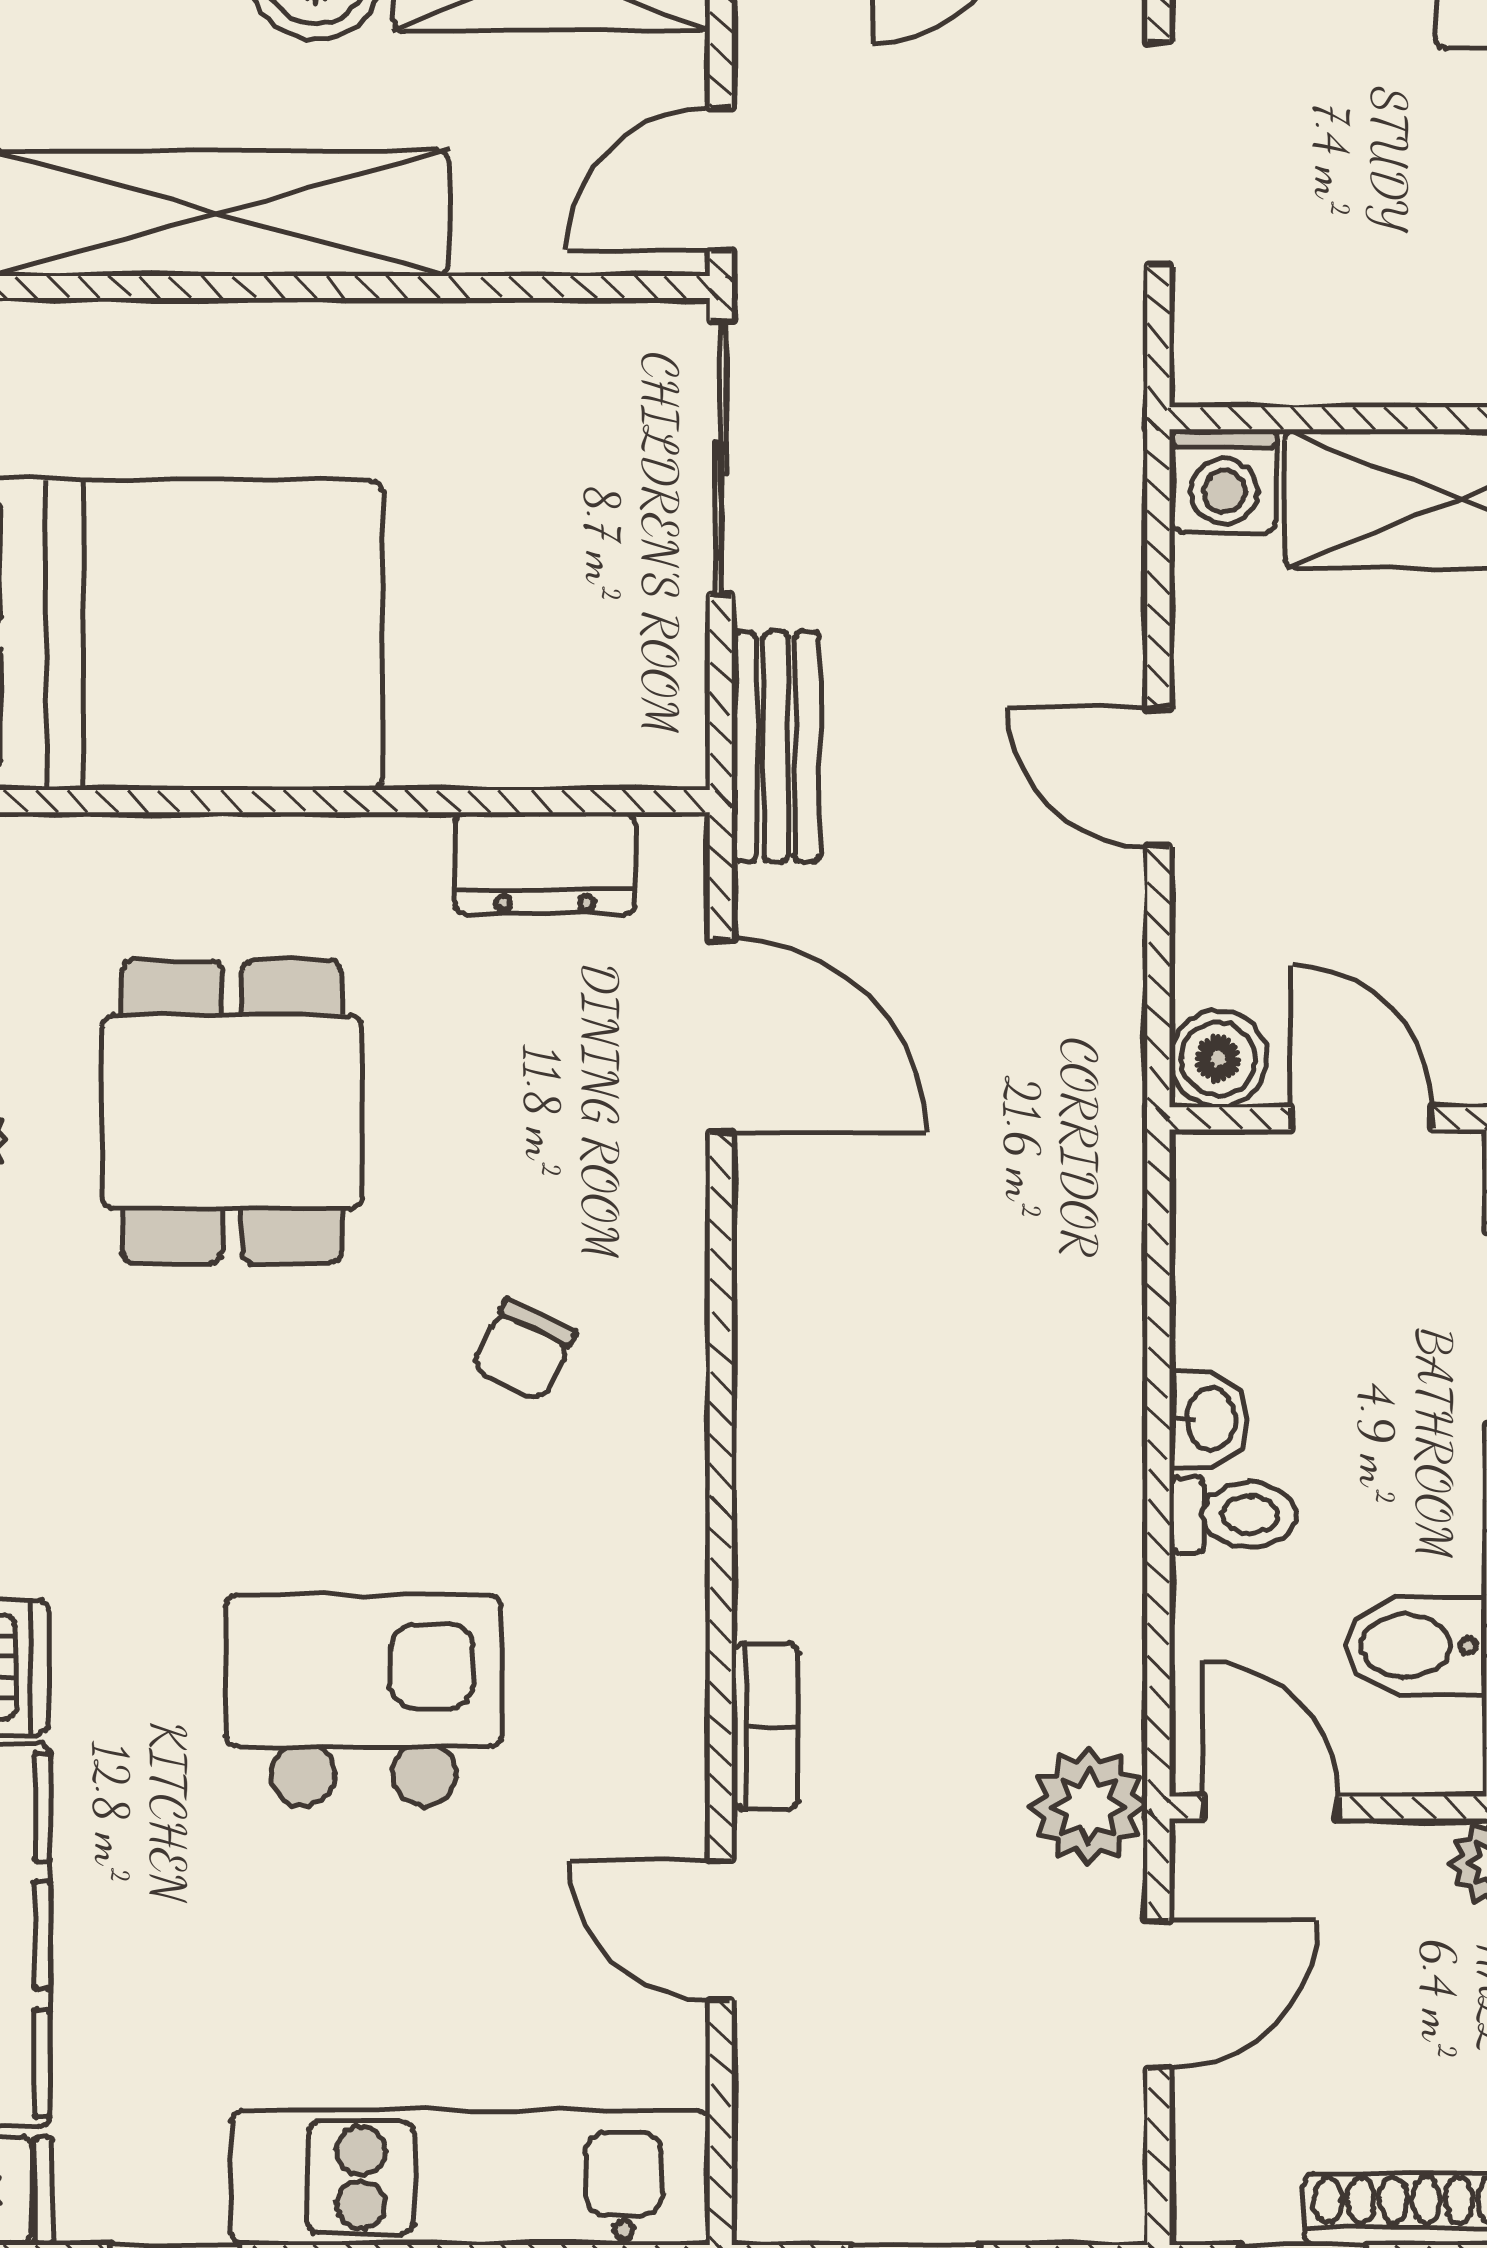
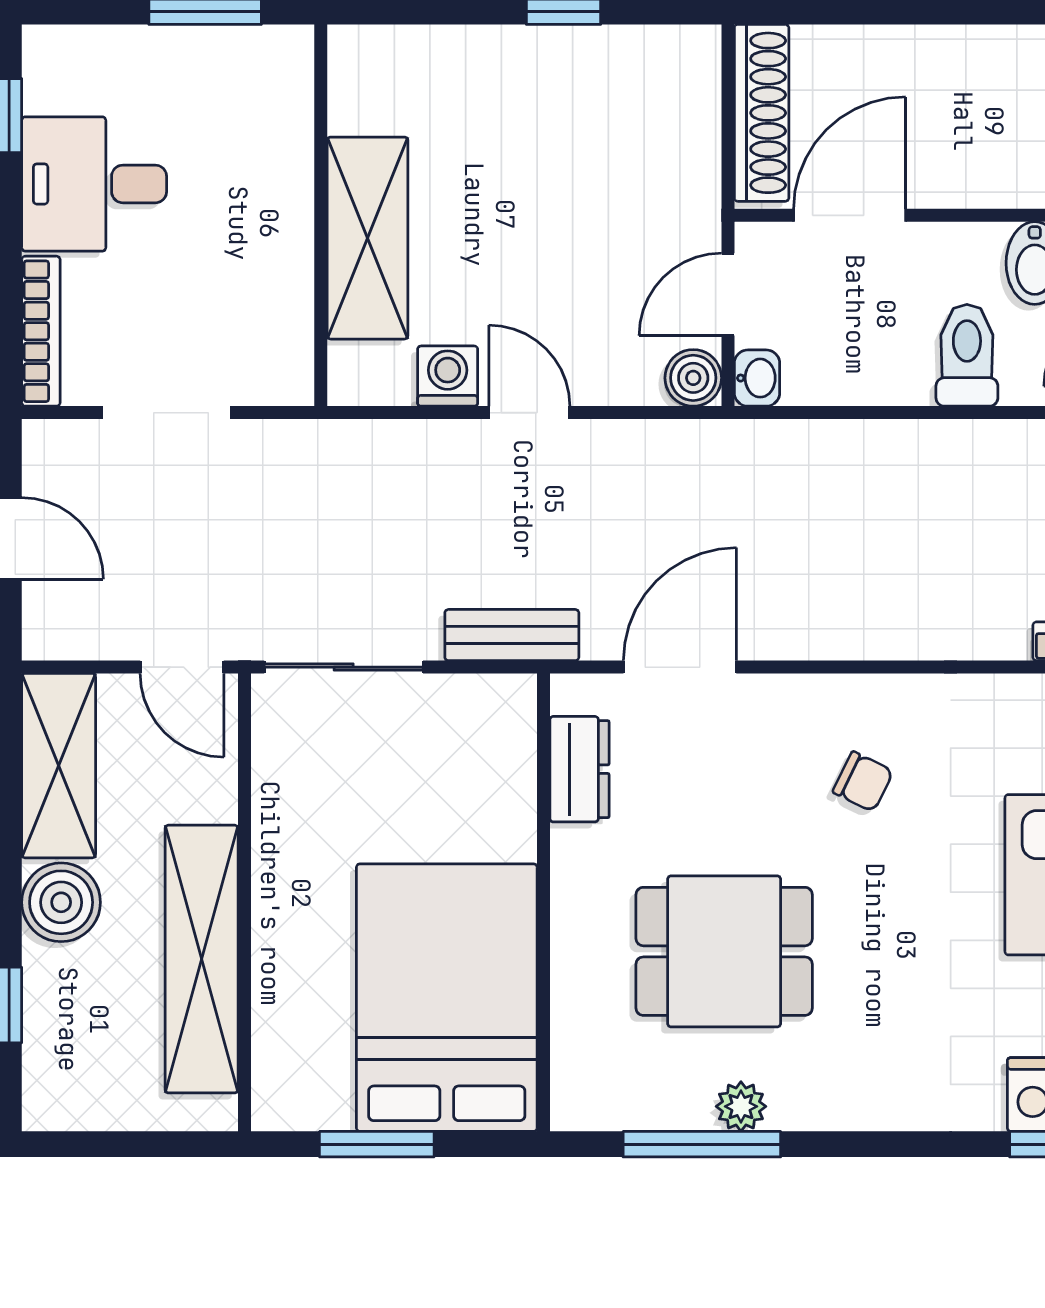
washing machine: (1224, 481) -> (448, 376), moved, turned -90
door: (1158, 777) -> (529, 413), swing flipped
washbasin: (1208, 1419) -> (757, 378), moved, turned 90
toilet: (1233, 1515) -> (967, 355), width x1.37, depth x1.39

